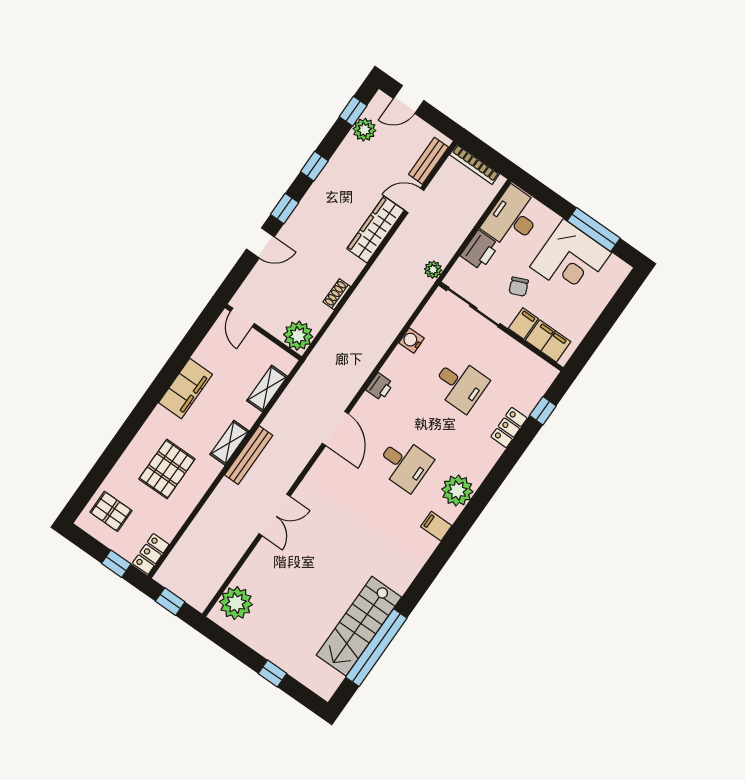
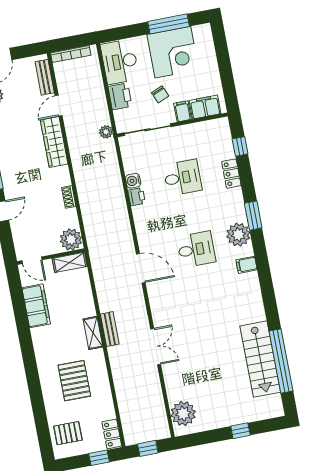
printer: (380, 387) -> (137, 197), moved
filing cabinet: (185, 389) -> (36, 306), moved
shelving: (267, 389) -> (70, 262), moved, turned 90
bench: (249, 455) -> (110, 329), width x0.73
window: (489, 487) -> (253, 216), added

